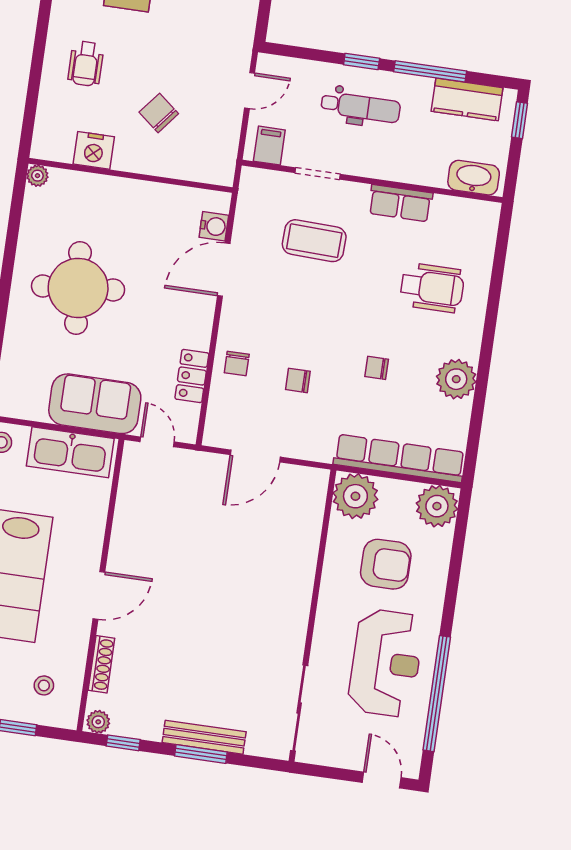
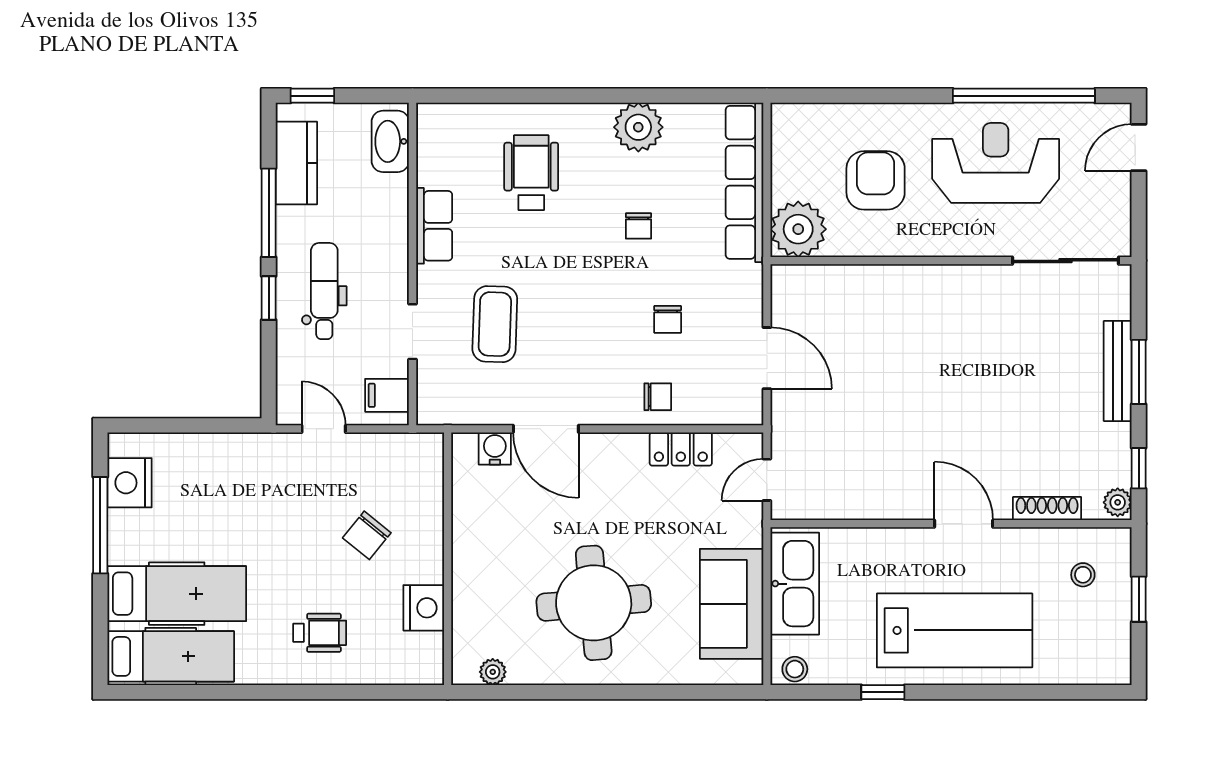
plant: (37, 176) -> (493, 672), moved
sofa: (95, 404) -> (732, 604), moved
plant: (437, 506) -> (796, 128), removed

